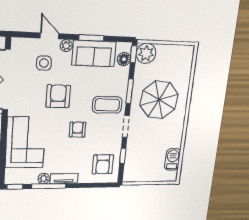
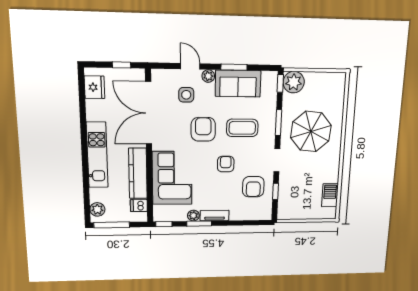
floor lamp: (124, 59) -> (270, 89), removed
coffee table: (107, 105) -> (242, 128), moved
armchair: (103, 164) -> (253, 187), moved
window: (49, 186) -> (199, 224), width x0.69

